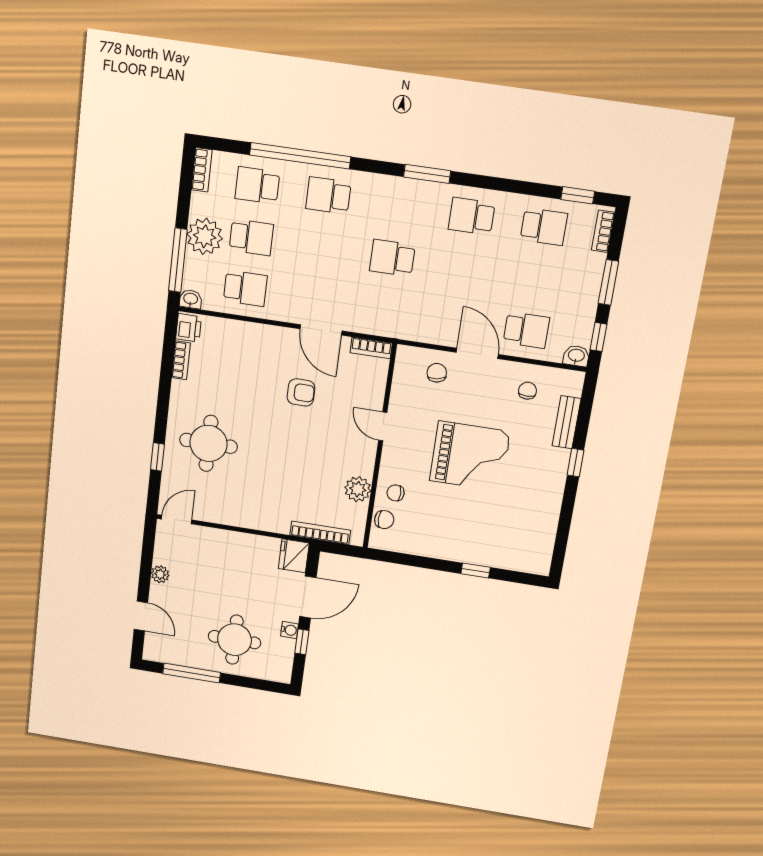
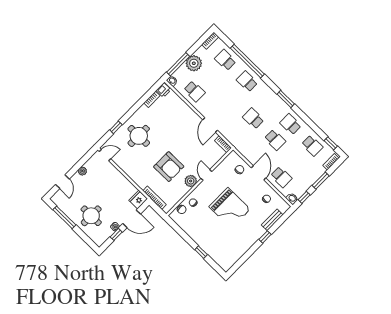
school desk: (251, 237) -> (275, 140), moved
armchair: (301, 392) -> (169, 167), moved, width x1.88, depth x1.88
plant: (358, 489) -> (191, 181), moved

